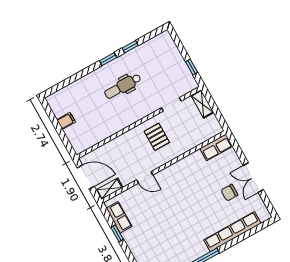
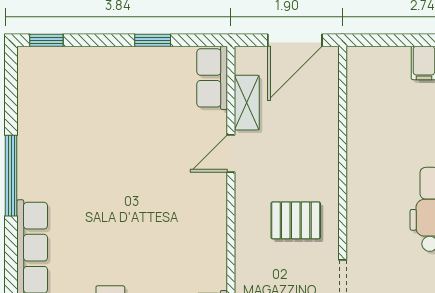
shelving: (109, 189) -> (247, 103), moved
row of seats: (119, 217) -> (212, 78), moved, turned 90

